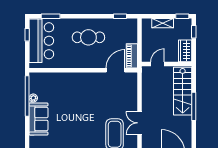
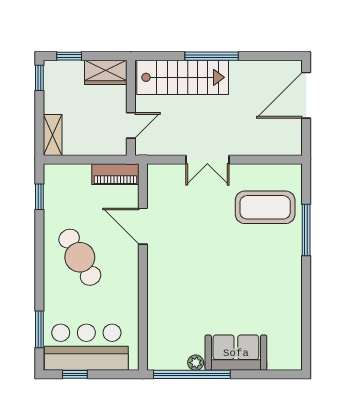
shelving: (163, 23) -> (53, 135), moved
cafe table: (88, 37) -> (80, 257), turned -30
door: (157, 64) -> (131, 125), swing flipped
door: (115, 70) -> (143, 226), moved
double door: (140, 123) -> (207, 160), moved

